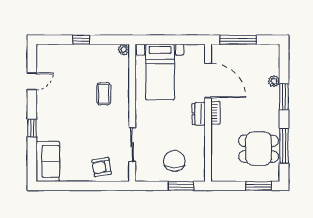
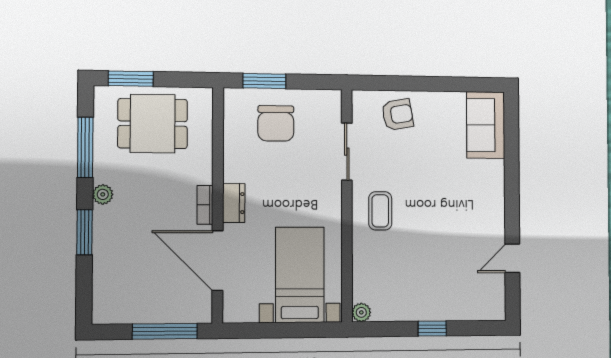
plant: (274, 81) -> (103, 194), moved
coffee table: (104, 94) -> (380, 211), moved
window: (32, 128) -> (512, 181), removed
dining table: (259, 149) -> (153, 124), moved

